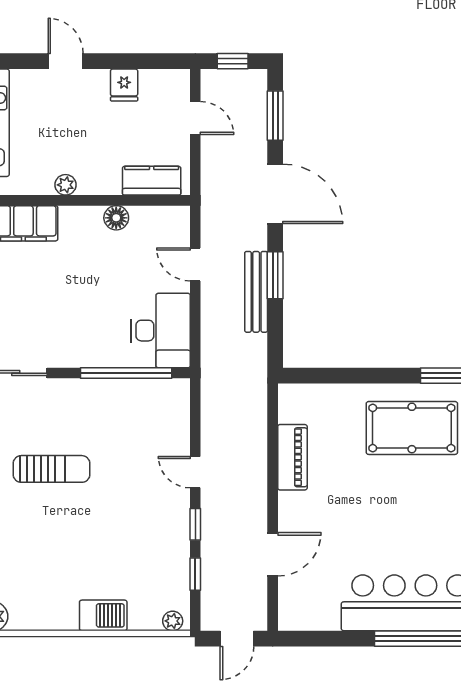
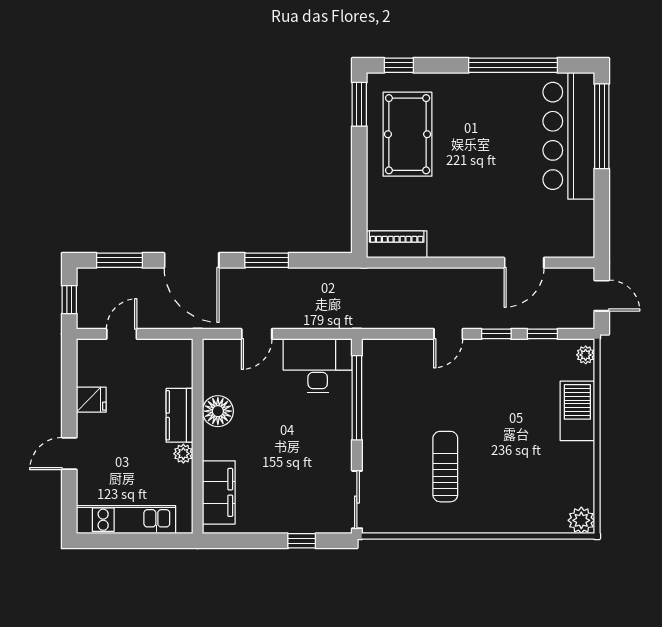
kitchen counter: (152, 181) -> (179, 415), moved
door: (275, 194) -> (192, 260), swing flipped
floor lamp: (116, 218) -> (218, 411), width x1.38, depth x1.38
bench: (256, 292) -> (282, 278), removed
piano: (292, 457) -> (397, 244), moved
door: (273, 554) -> (524, 263), swing flipped
barbecue: (103, 615) -> (577, 411), width x1.37, depth x1.21

